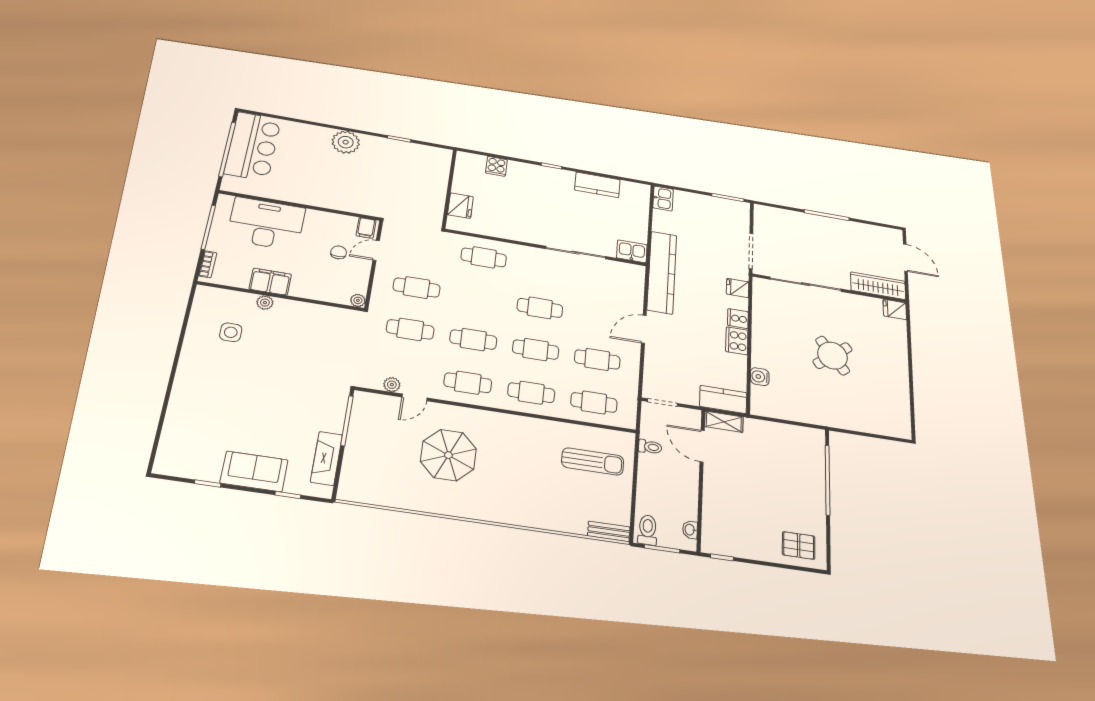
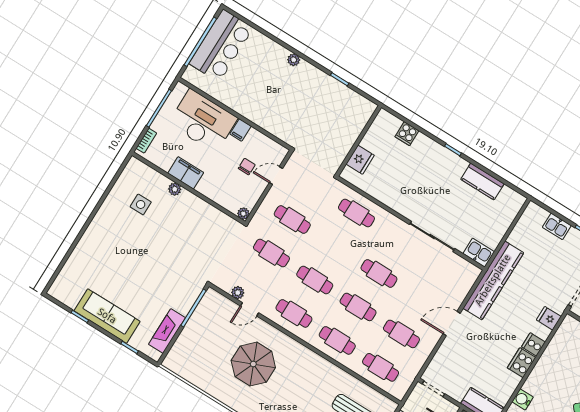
plant: (346, 142) -> (294, 60), width x0.53, depth x0.53
kitchen sink: (663, 199) -> (557, 226), moved, turned 90
filing cabinet: (366, 228) -> (241, 130), moved
sofa: (254, 471) -> (107, 316), width x1.36

